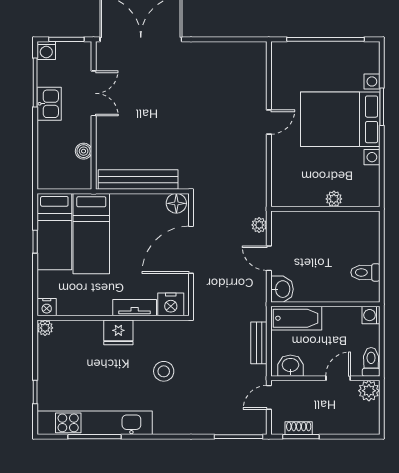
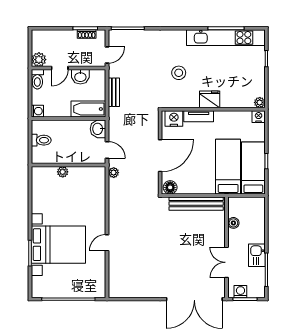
washing machine: (46, 51) -> (240, 292), moved
plant: (334, 199) -> (63, 172), moved
wall: (325, 209) -> (68, 165), moved
washbasin: (290, 366) -> (80, 77), moved

